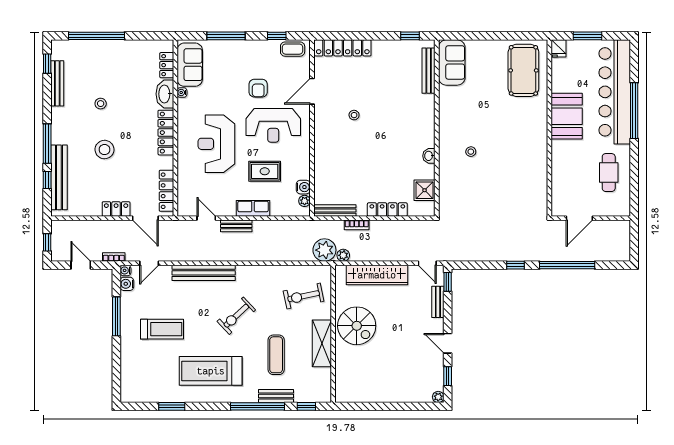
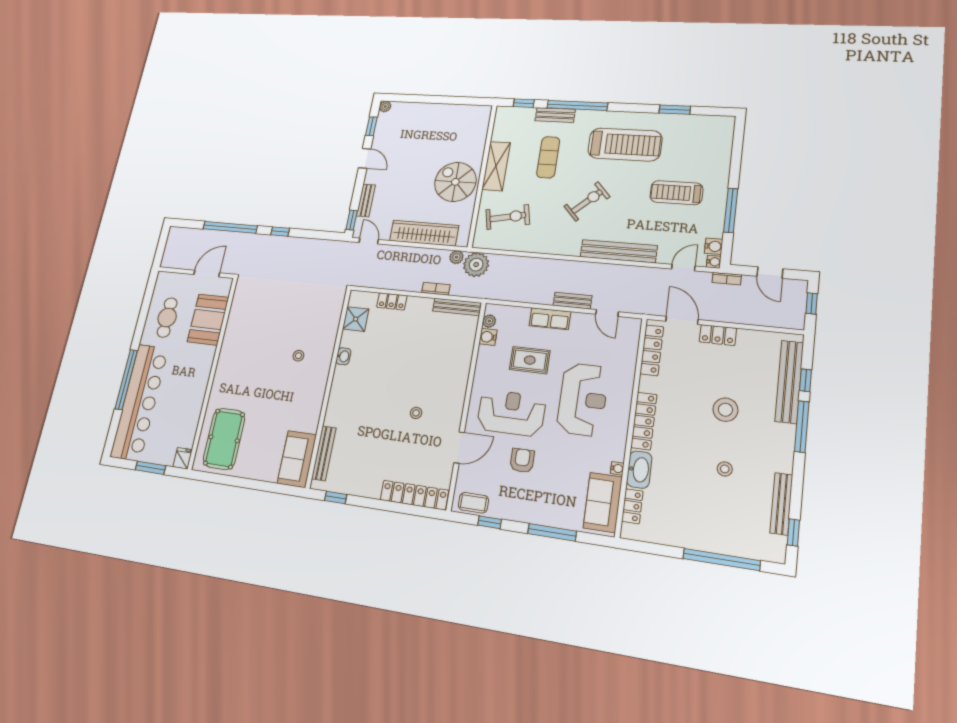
booth: (567, 116) -> (208, 320), moved
locker: (387, 210) -> (392, 301), width x0.66

